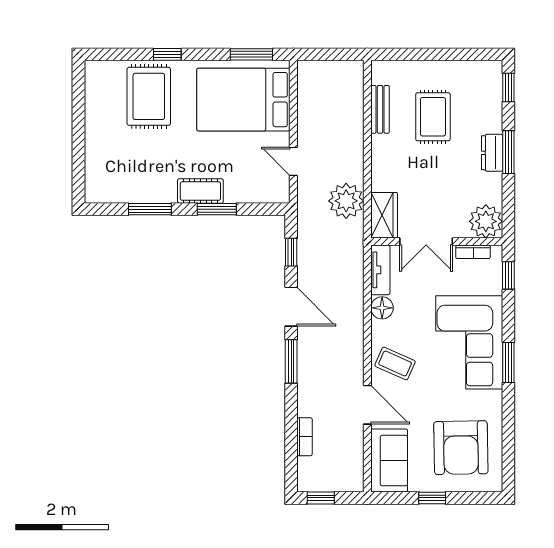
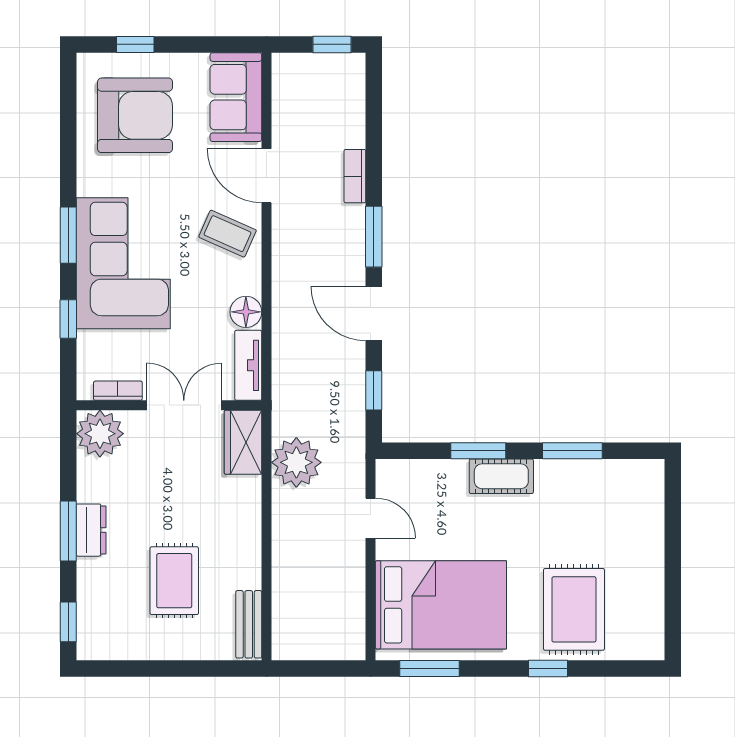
bench: (380, 109) -> (249, 624), moved
window: (508, 275) -> (68, 319), moved
bookcase: (304, 437) -> (355, 176), moved
armchair: (461, 448) -> (135, 115), turned 91
window: (432, 498) -> (135, 44), moved

